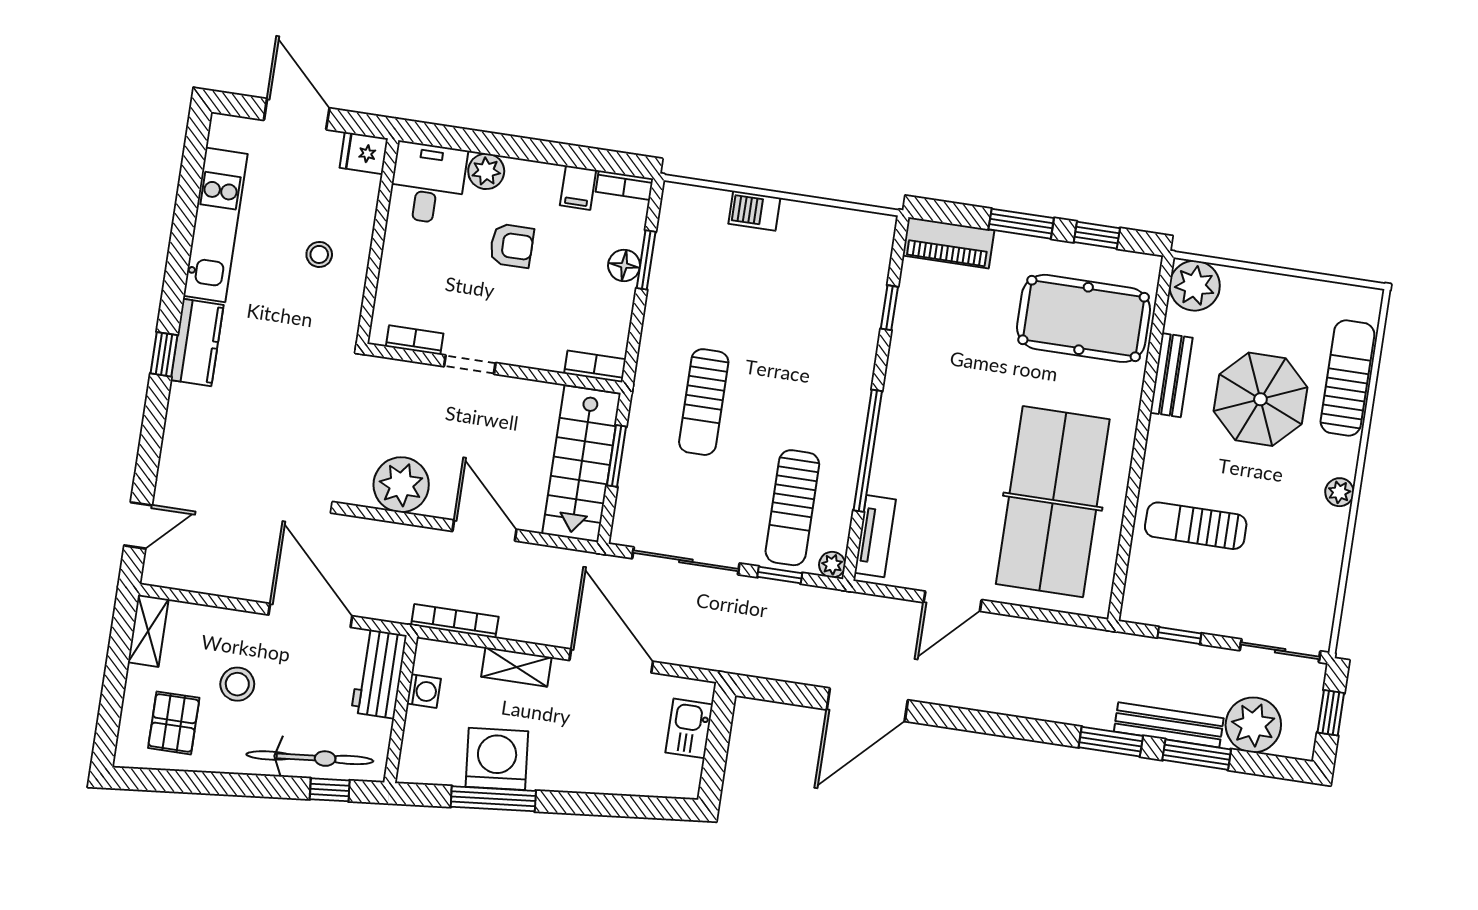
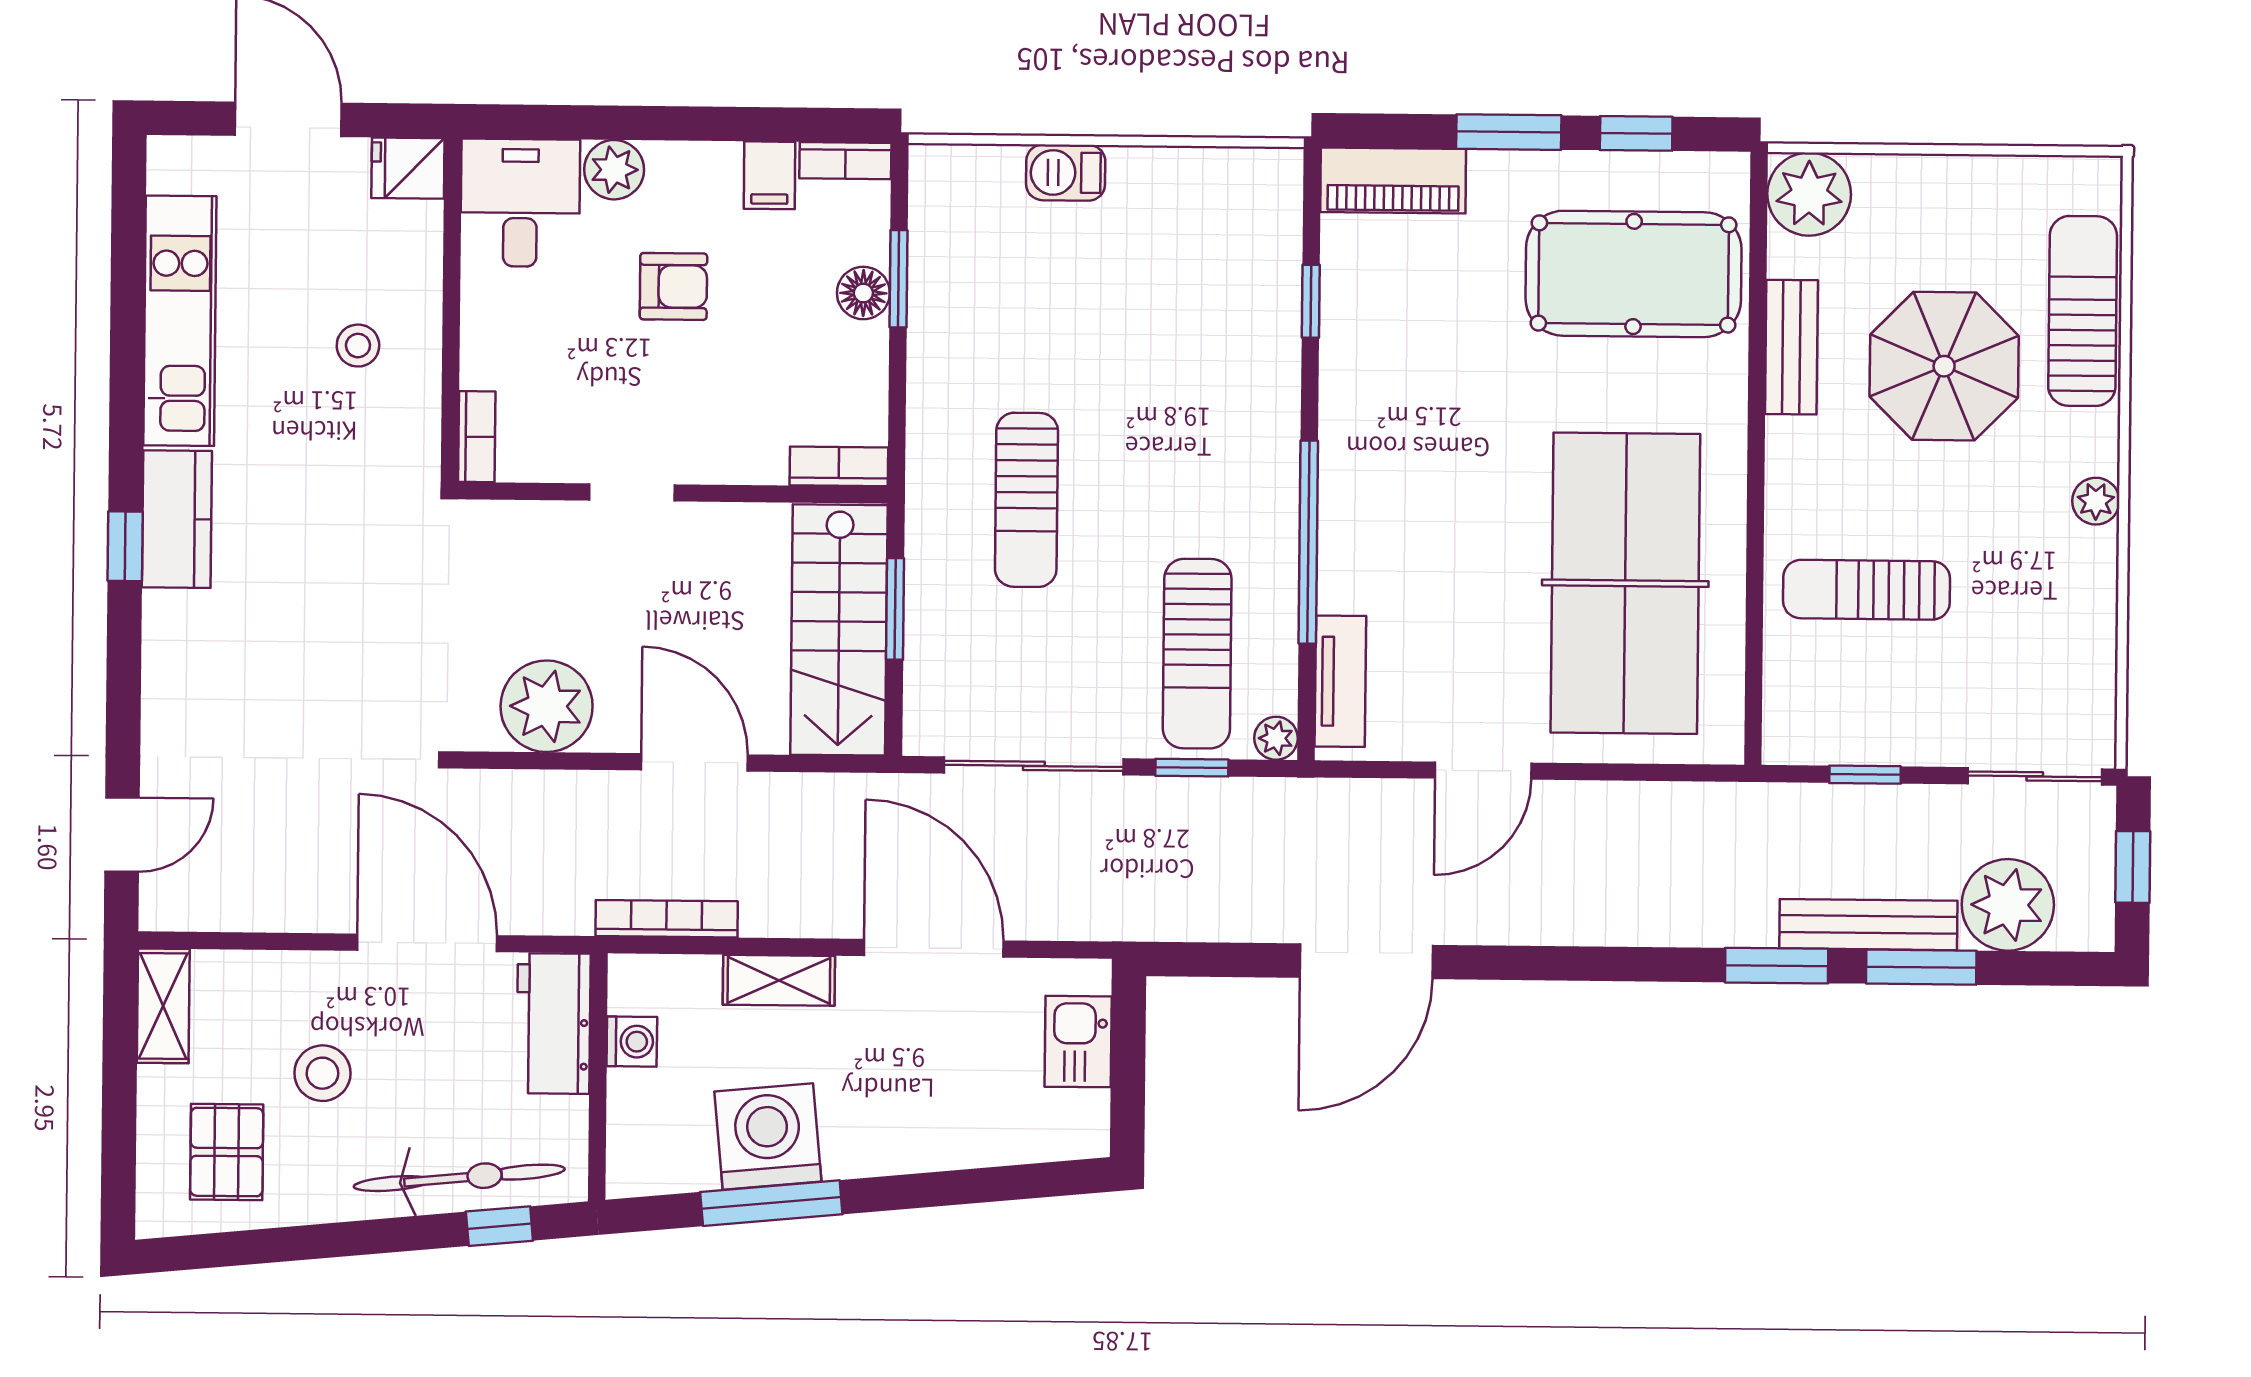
bookcase: (415, 340) -> (477, 437), moved, turned 90

